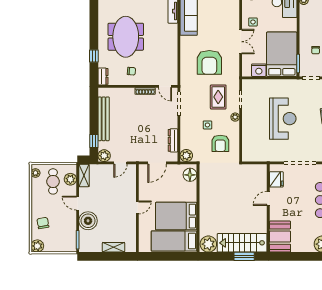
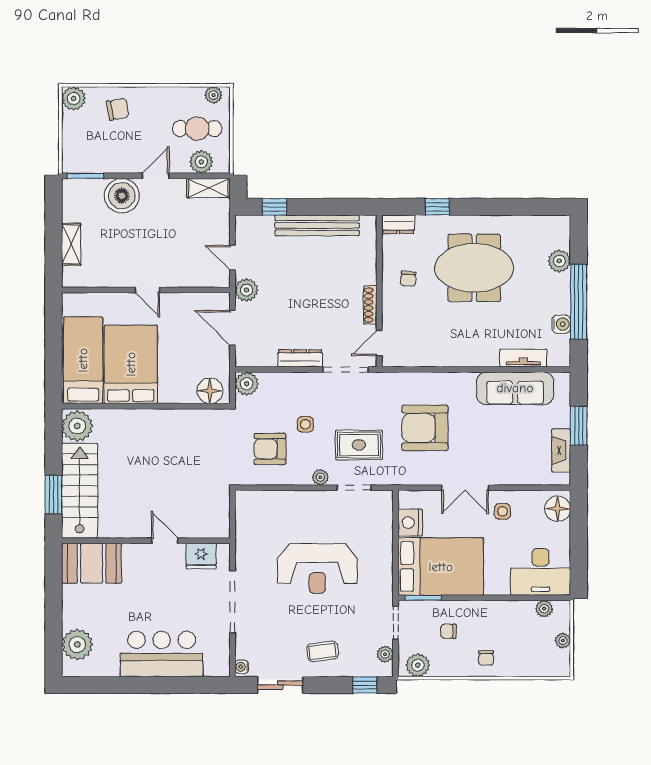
dresser: (173, 140) -> (300, 358), moved
plant: (104, 156) -> (246, 290), moved

